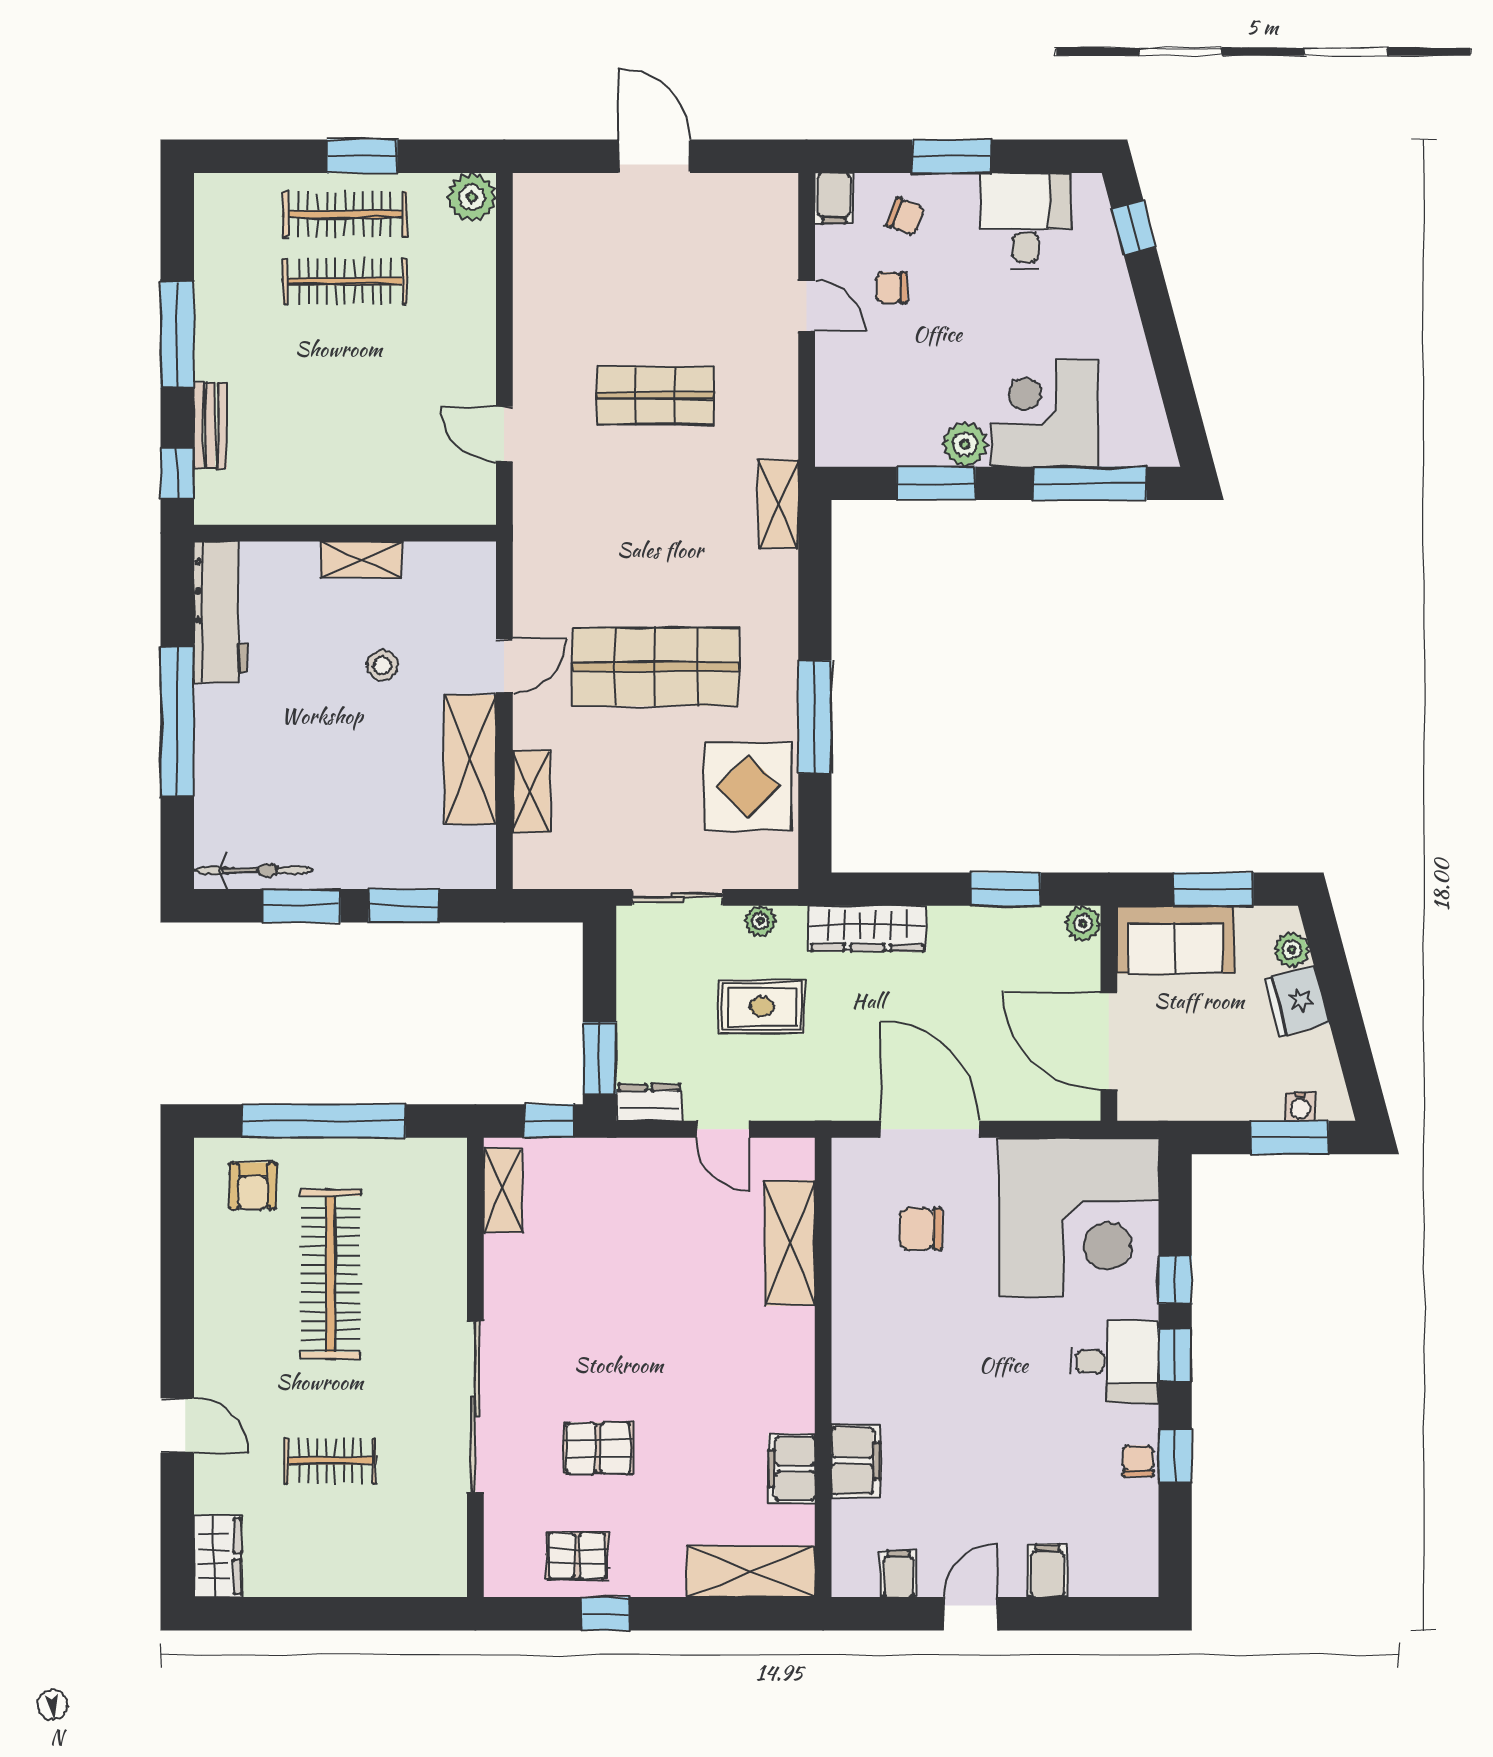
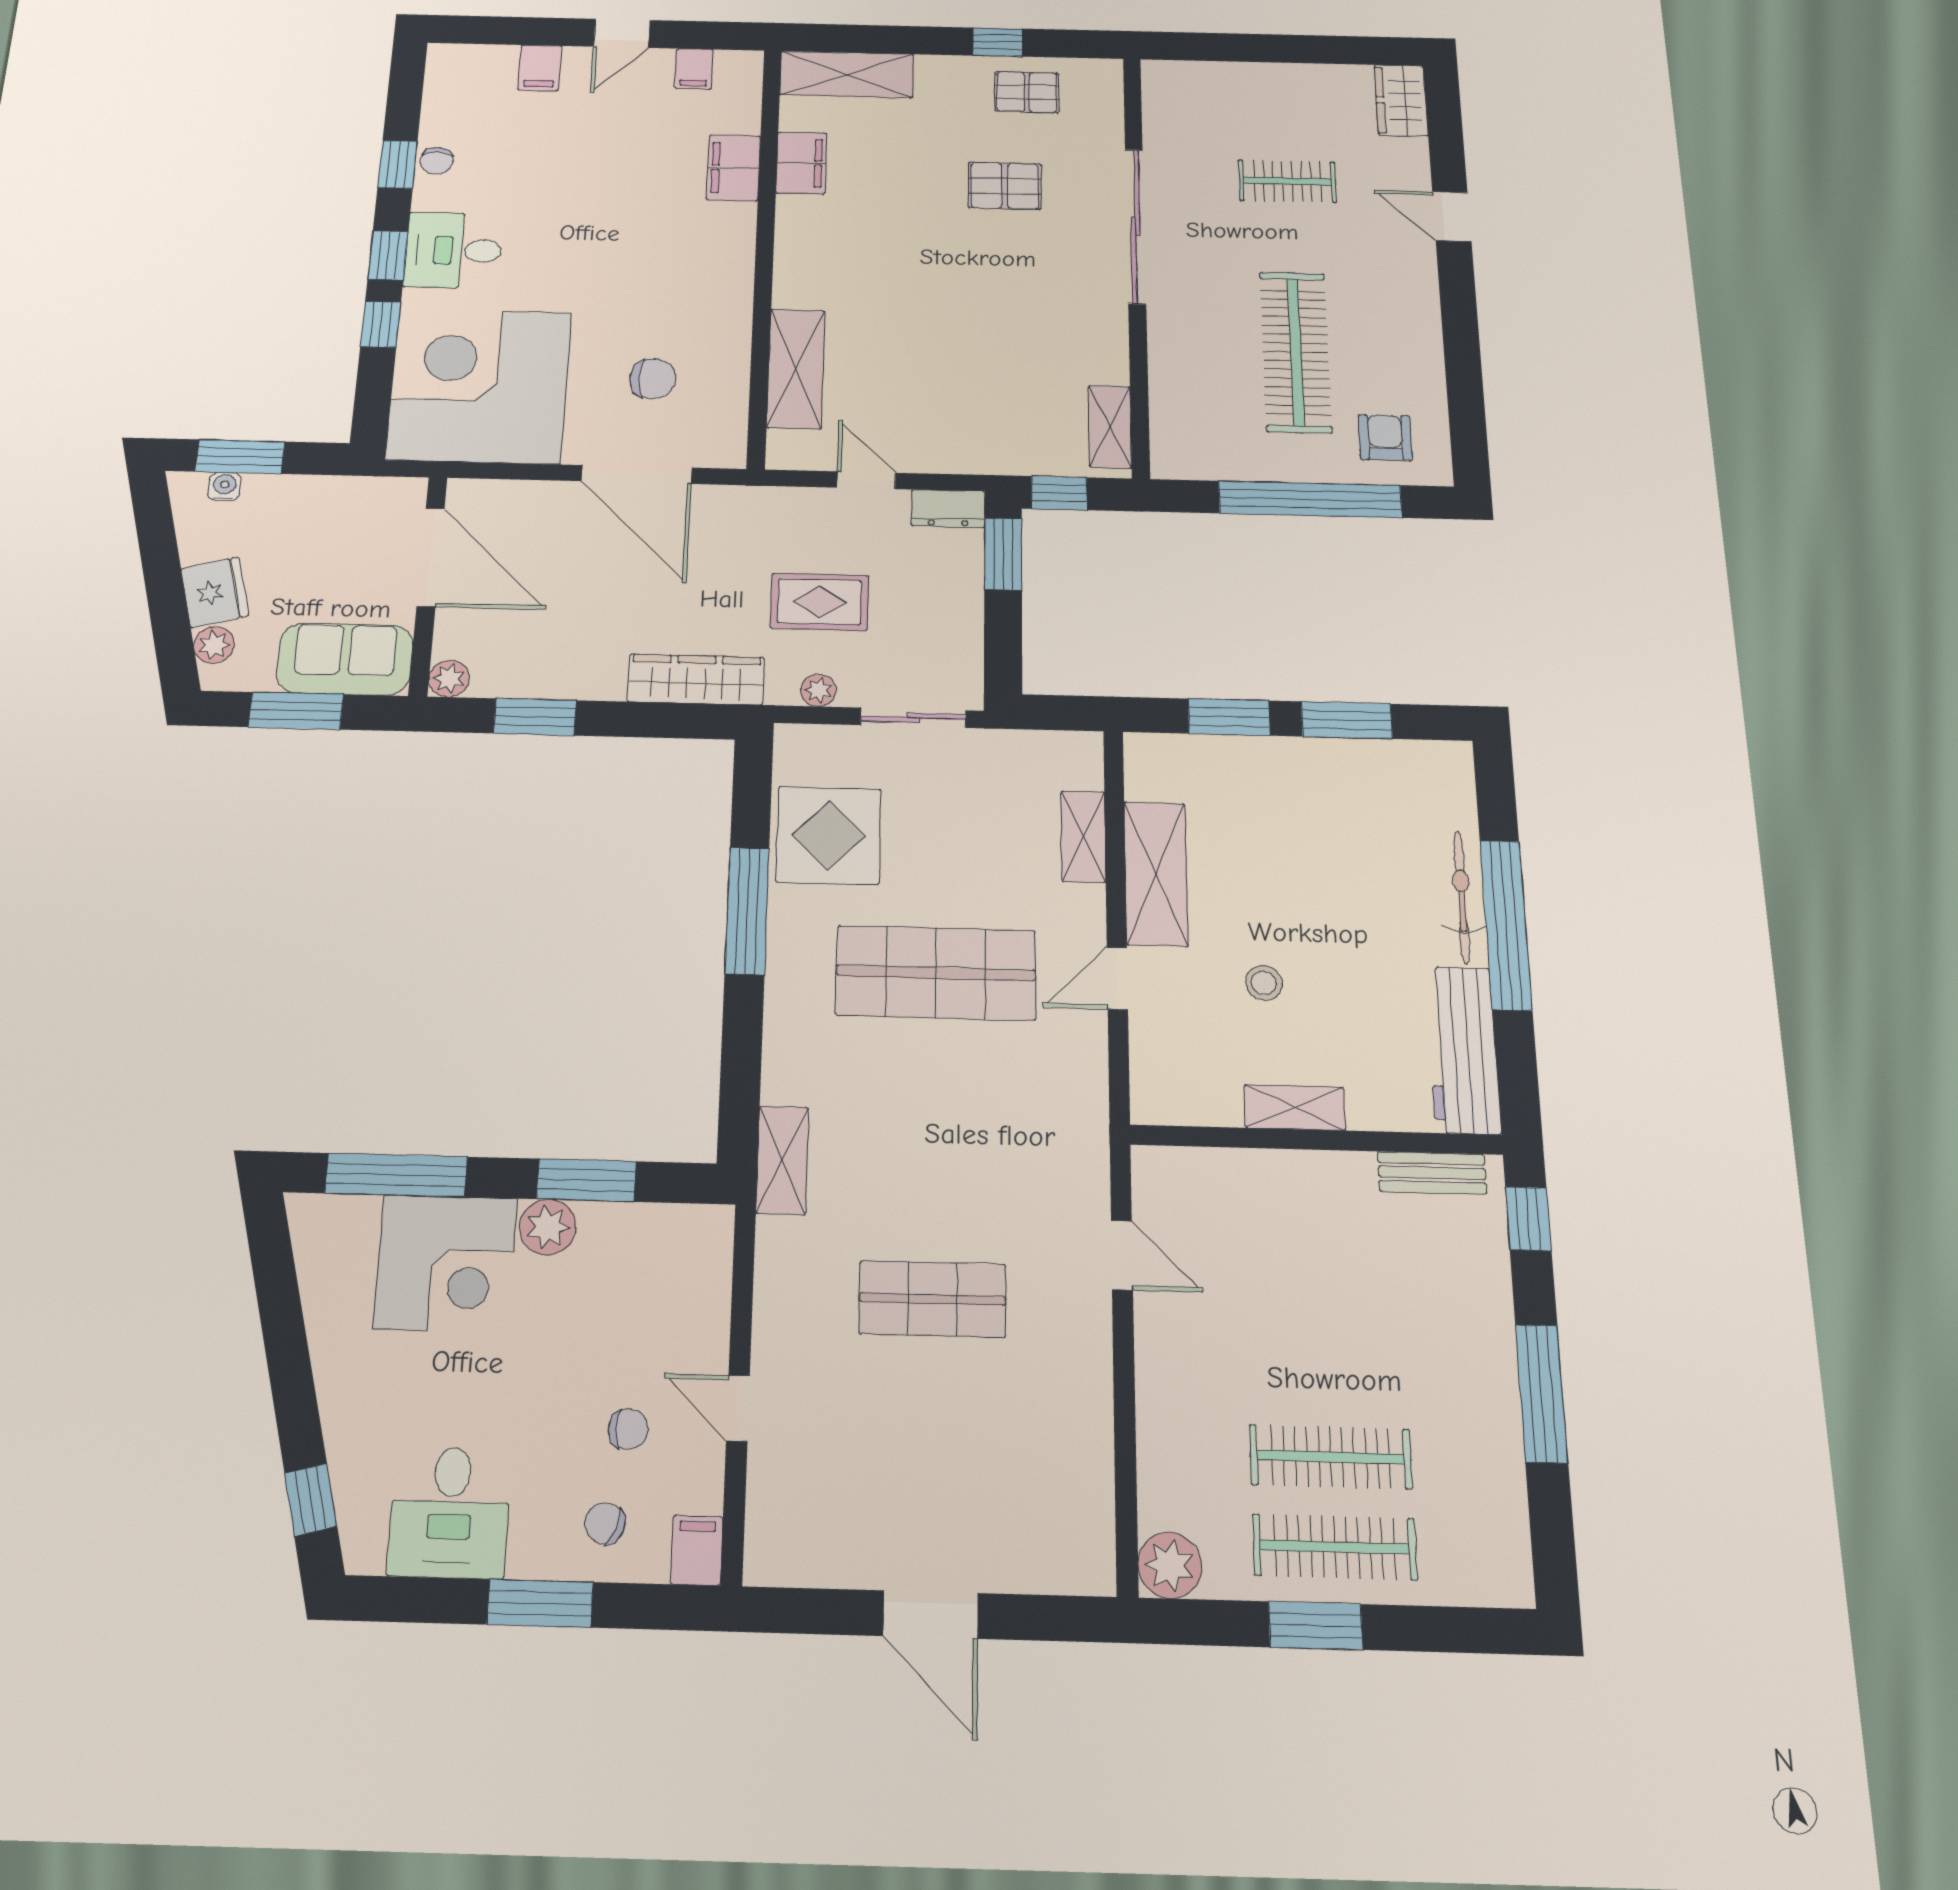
bench: (210, 426) -> (1432, 1173), moved, turned 90
bicycle: (253, 870) -> (1462, 897), moved, turned 90

